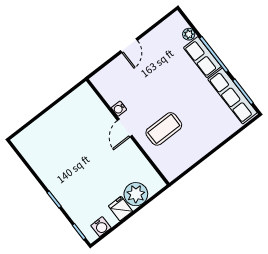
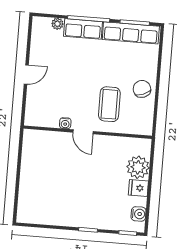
door: (129, 46) -> (26, 74), hinge flipped
chair: (198, 143) -> (142, 89), added

